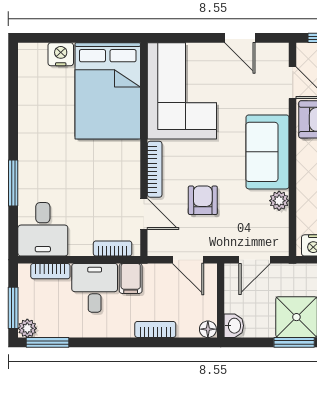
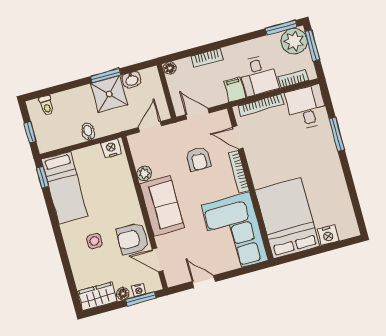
bookcase: (113, 248) -> (261, 105), width x1.56
washbasin: (234, 326) -> (132, 80), moved, turned -90
plant: (27, 328) -> (294, 41), width x1.88, depth x1.88

